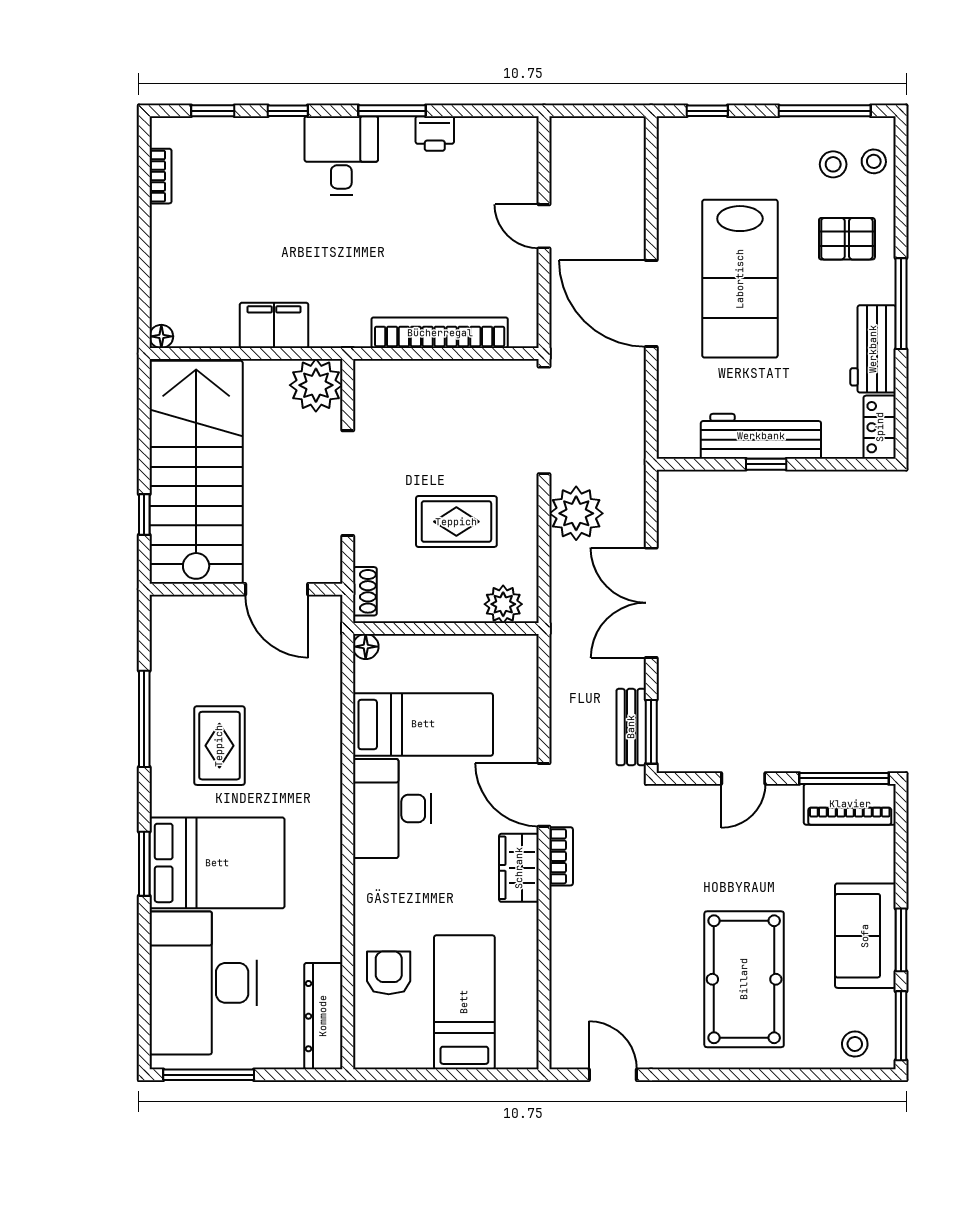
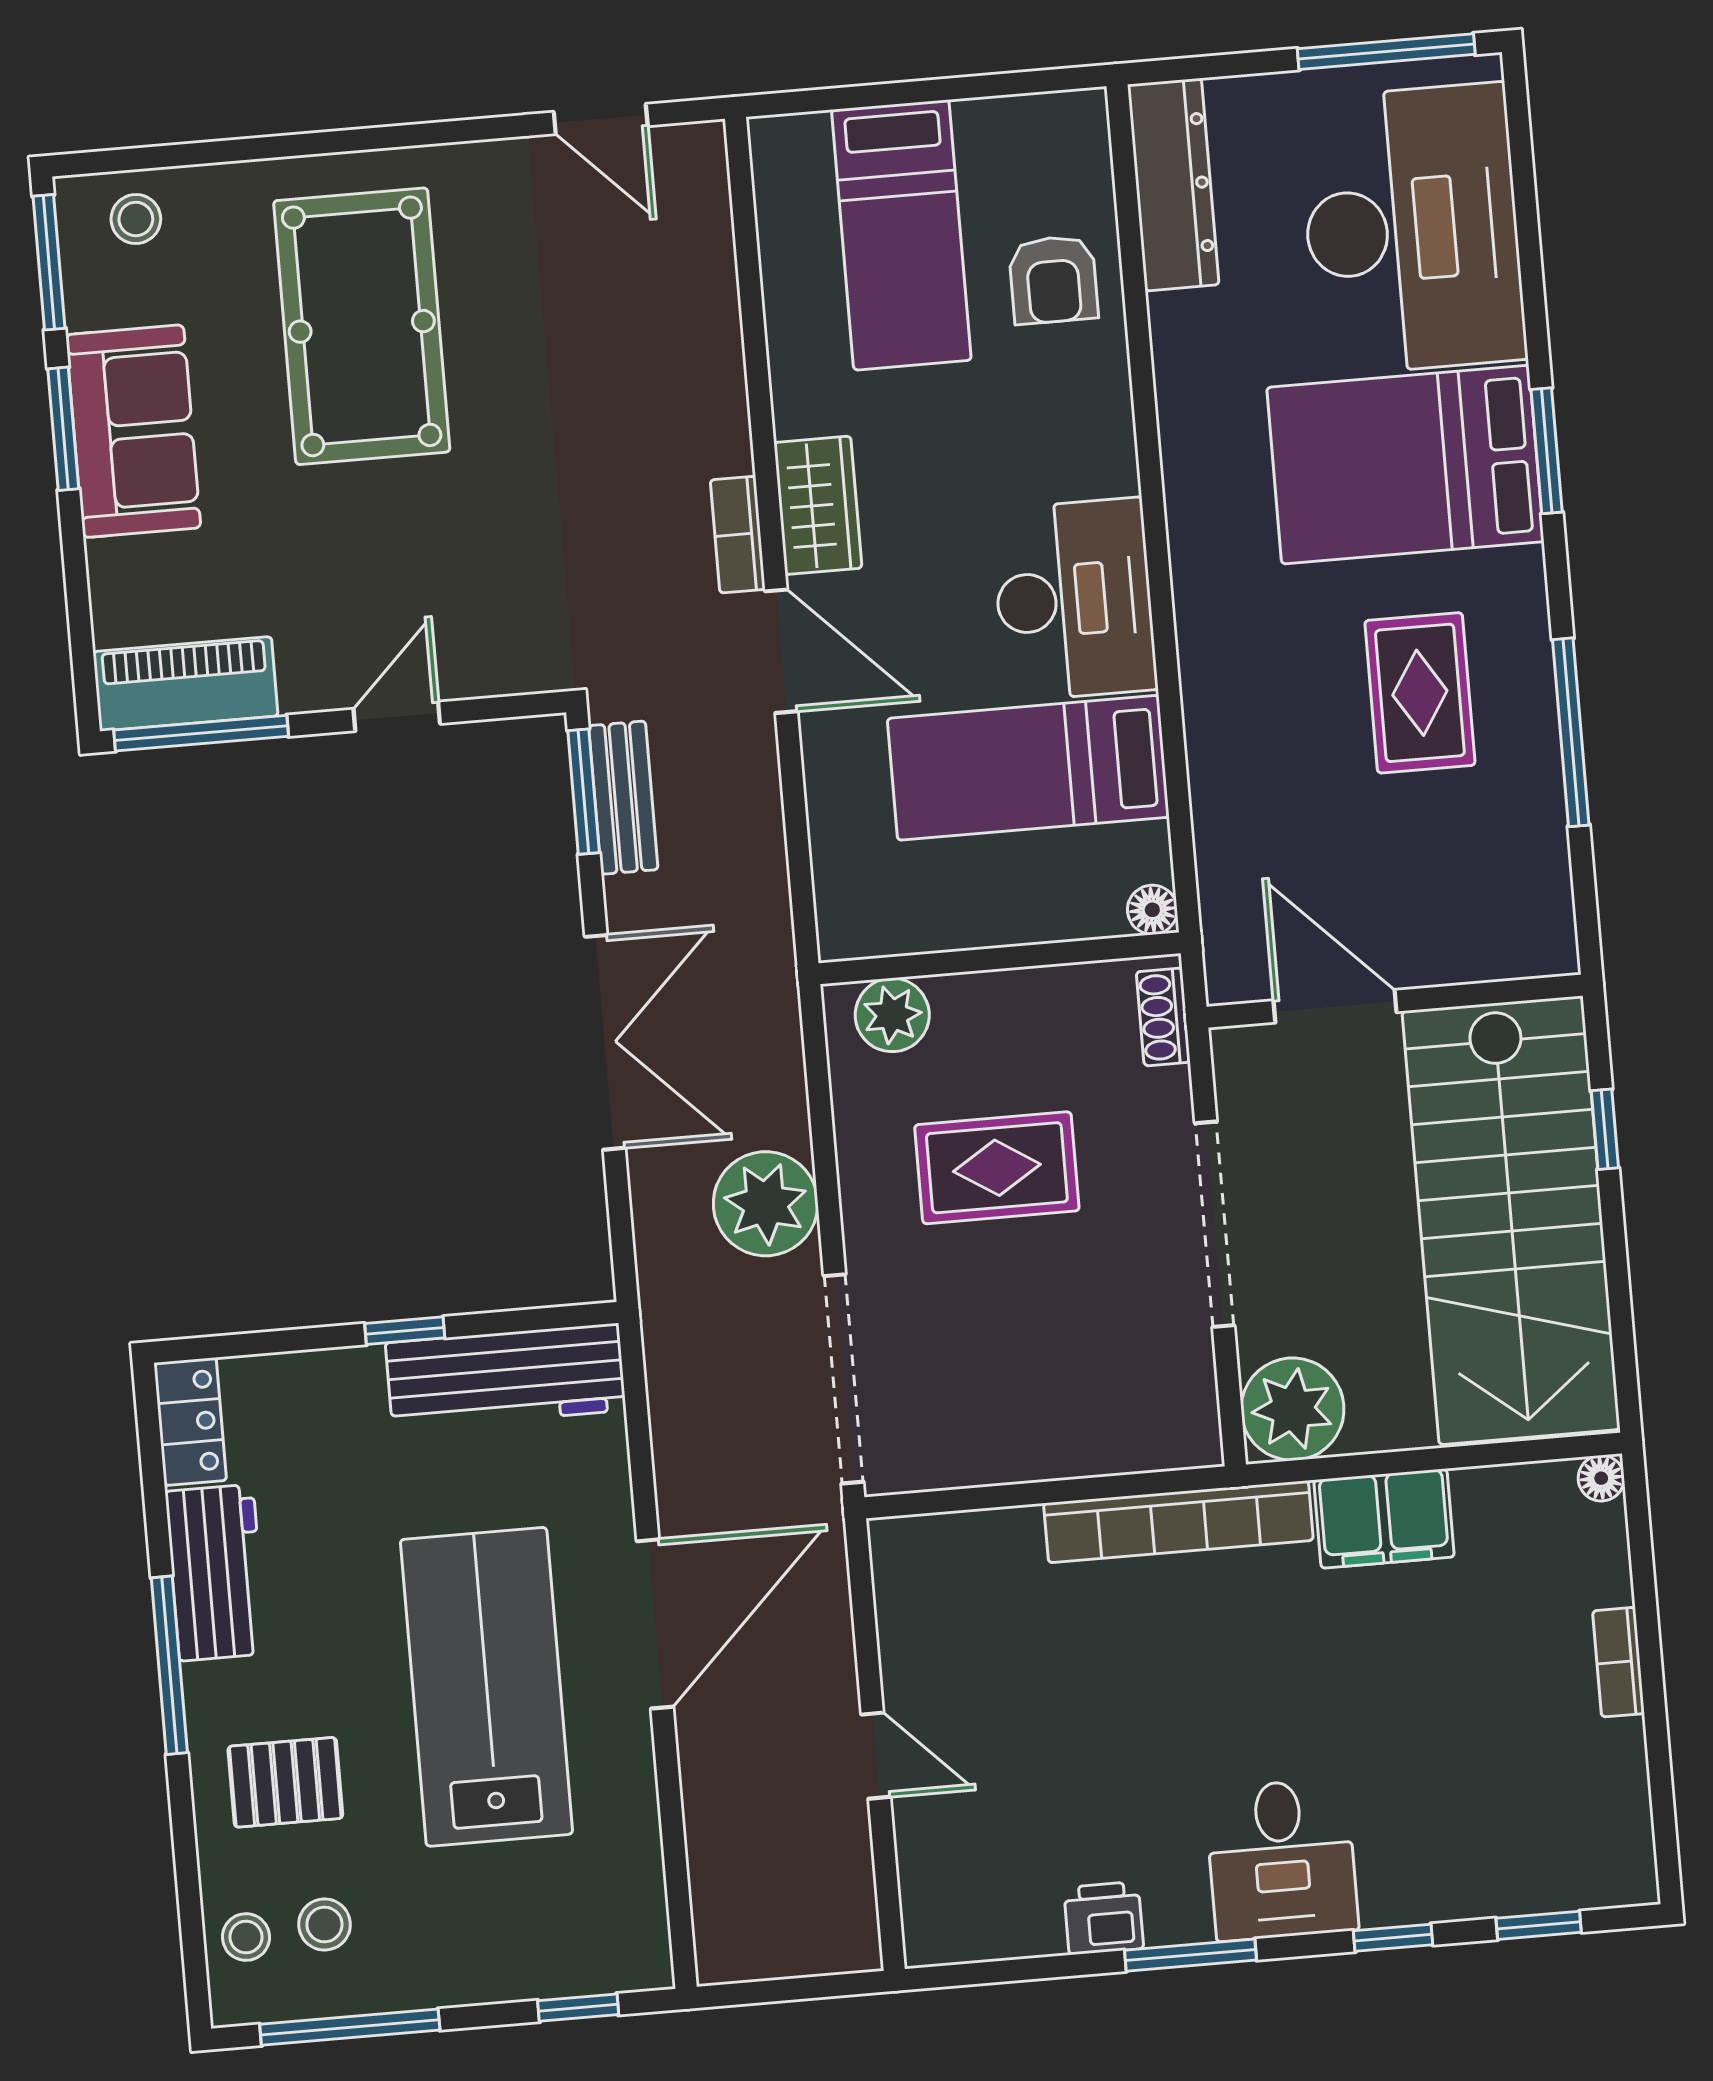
bookcase: (160, 176) -> (1619, 1662), moved
door: (651, 303) -> (655, 1624), hinge flipped
bookcase: (440, 333) -> (1178, 1522), moved
workbench: (761, 436) -> (506, 1377), moved

